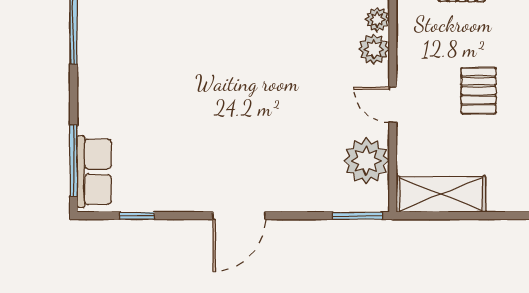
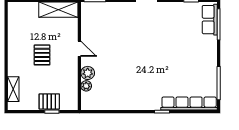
plant: (366, 161) -> (91, 24), removed

